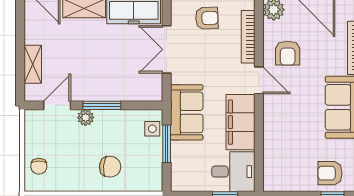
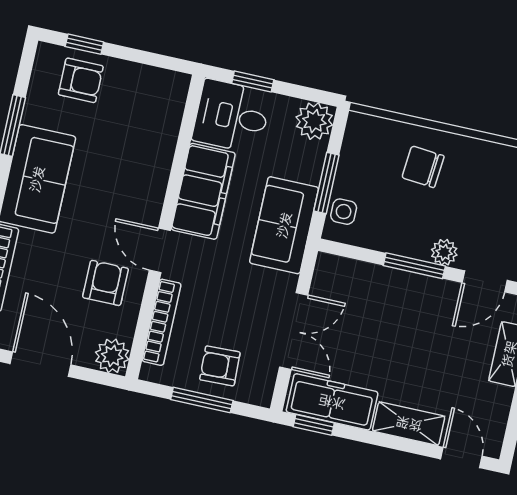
plant: (182, 180) -> (314, 121), added

